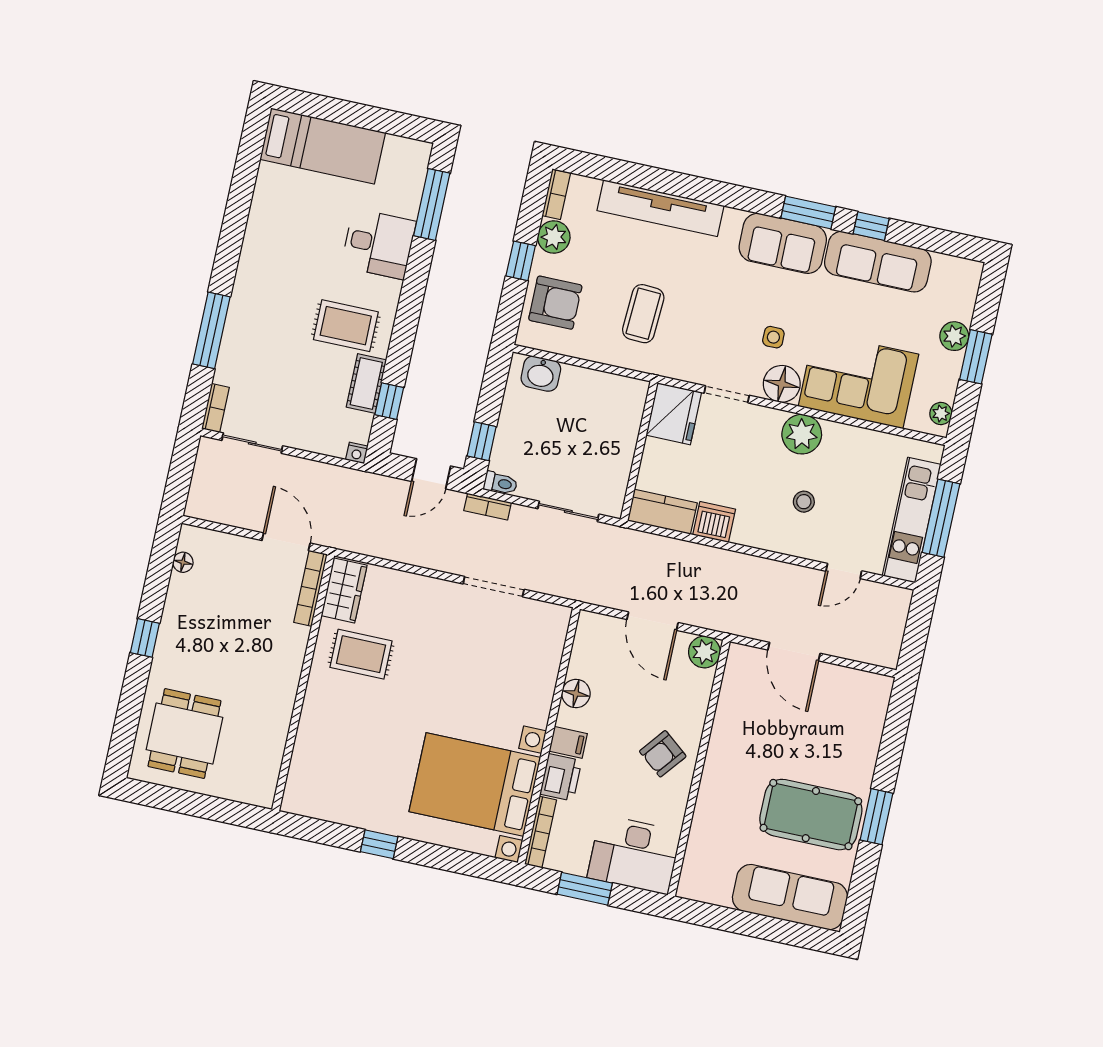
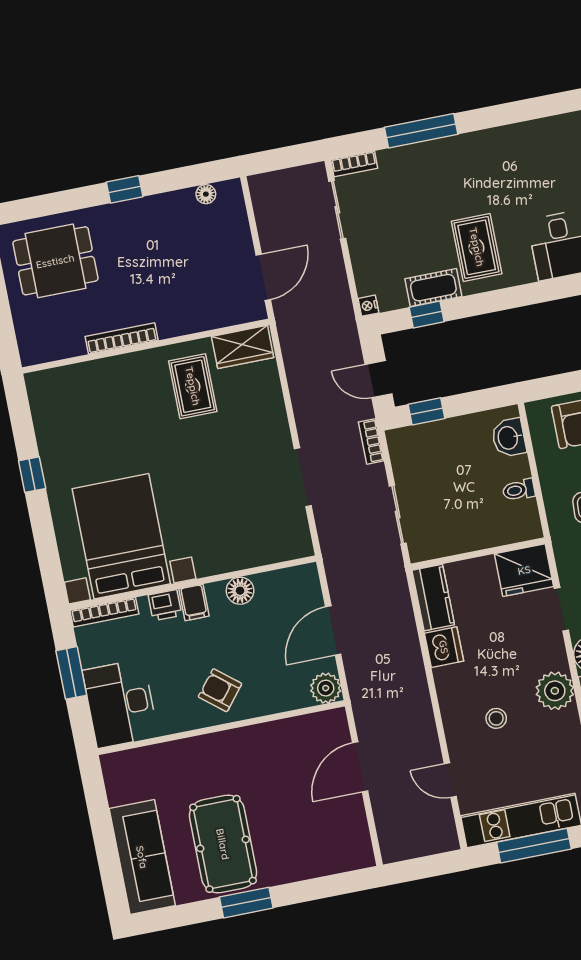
toilet: (500, 483) -> (519, 490), moved, turned 90
bookcase: (311, 588) -> (122, 338), moved
printer: (561, 777) -> (165, 605), width x0.73, depth x0.81

